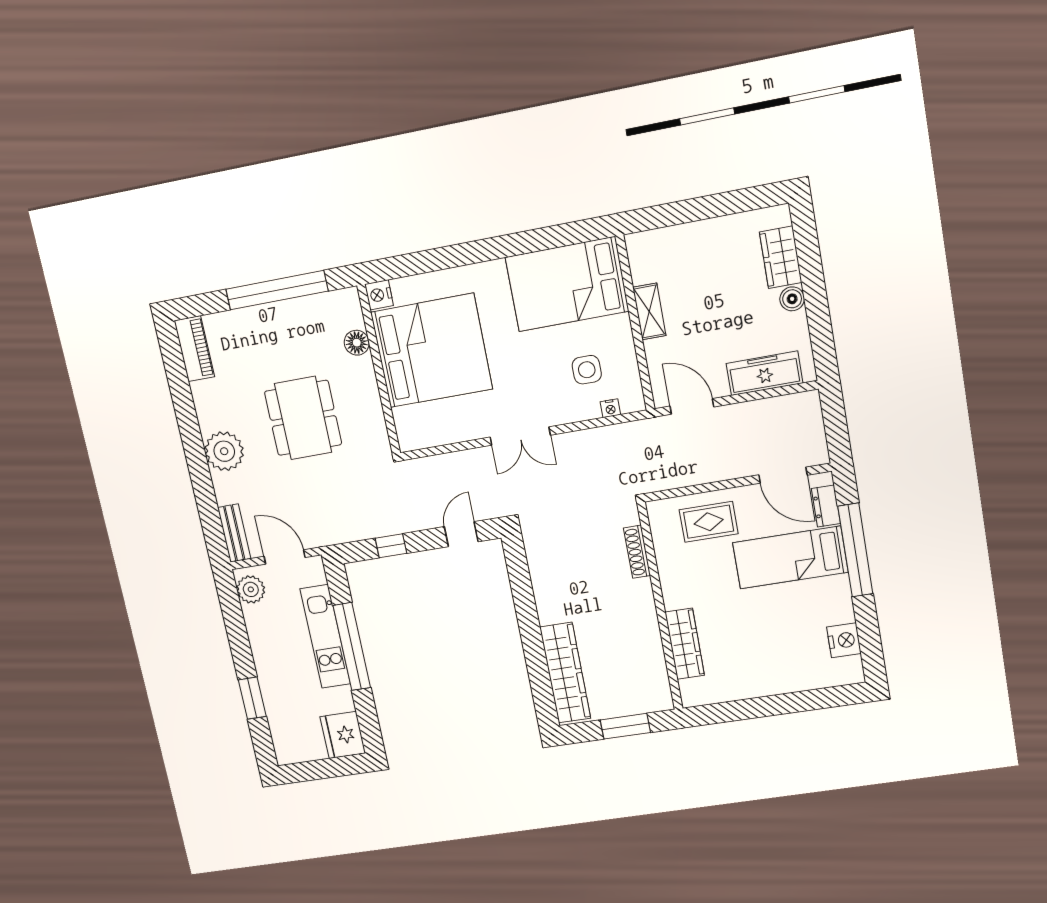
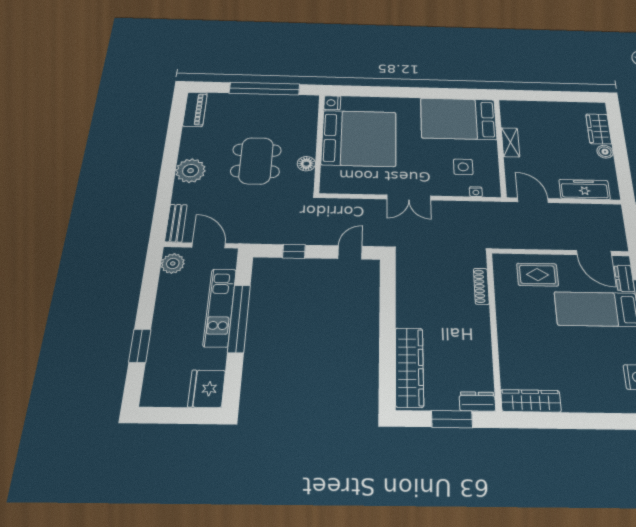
floor lamp: (357, 343) -> (306, 164), moved
wardrobe: (685, 644) -> (531, 401), moved, turned -90
dresser: (652, 701) -> (477, 402), added

